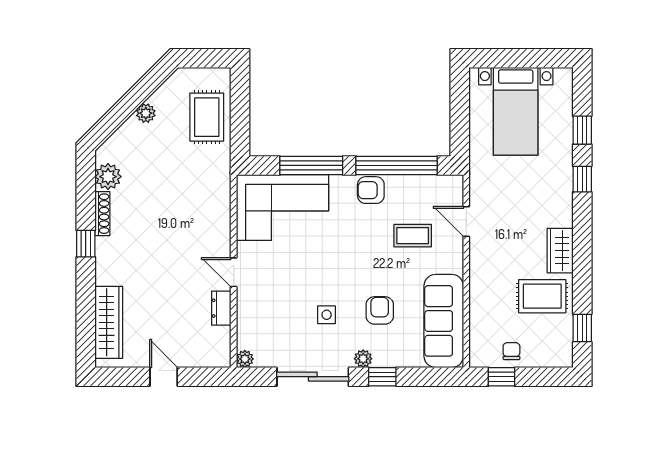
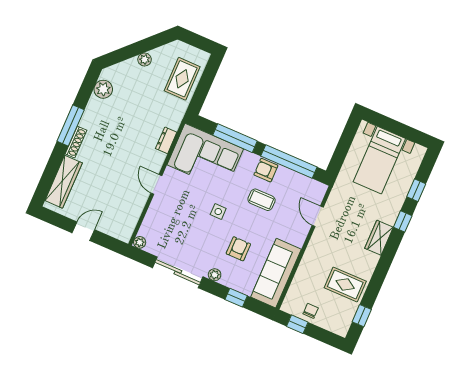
shoe rack: (102, 214) -> (76, 142), moved
coffee table: (413, 236) -> (262, 200), moved
window: (86, 244) -> (71, 126), width x2.17
wardrobe: (560, 251) -> (379, 238), moved
dresser: (221, 308) -> (166, 140), moved
side table: (327, 315) -> (218, 212), moved
door: (164, 377) -> (83, 231), hinge flipped
window: (382, 377) -> (236, 298), moved

